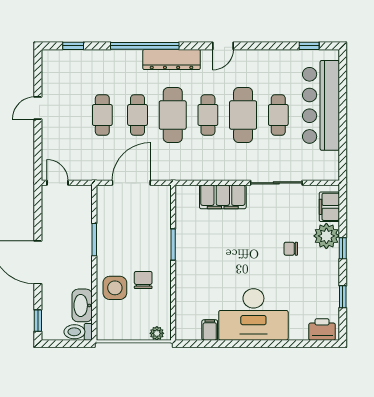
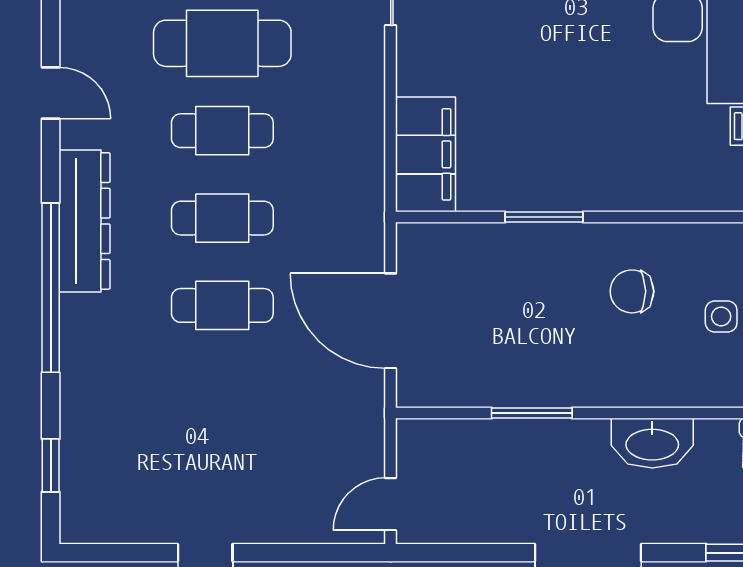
cafe table: (102, 115) -> (222, 393), removed
cafe table: (173, 115) -> (222, 218), width x0.73, depth x0.74
filing cabinet: (223, 197) -> (426, 154), moved
side table: (115, 288) -> (721, 316), moved, width x0.54, depth x0.54
washbasin: (82, 305) -> (652, 443), moved

